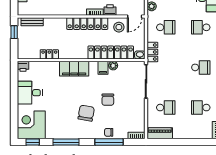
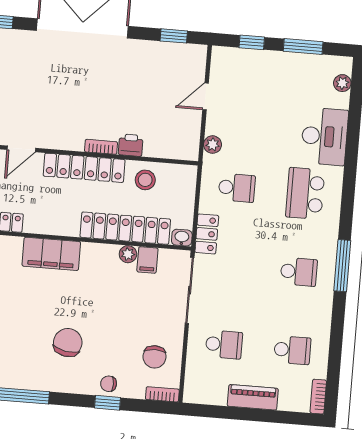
door: (135, 17) -> (21, 149), moved
school desk: (201, 27) -> (305, 193), width x1.85
filing cabinet: (103, 68) -> (147, 260), moved
chair: (108, 100) -> (154, 357), moved
school desk: (201, 108) -> (292, 350), turned 180
piano: (160, 133) -> (253, 397), moved
window: (109, 142) -> (107, 403), width x0.46

